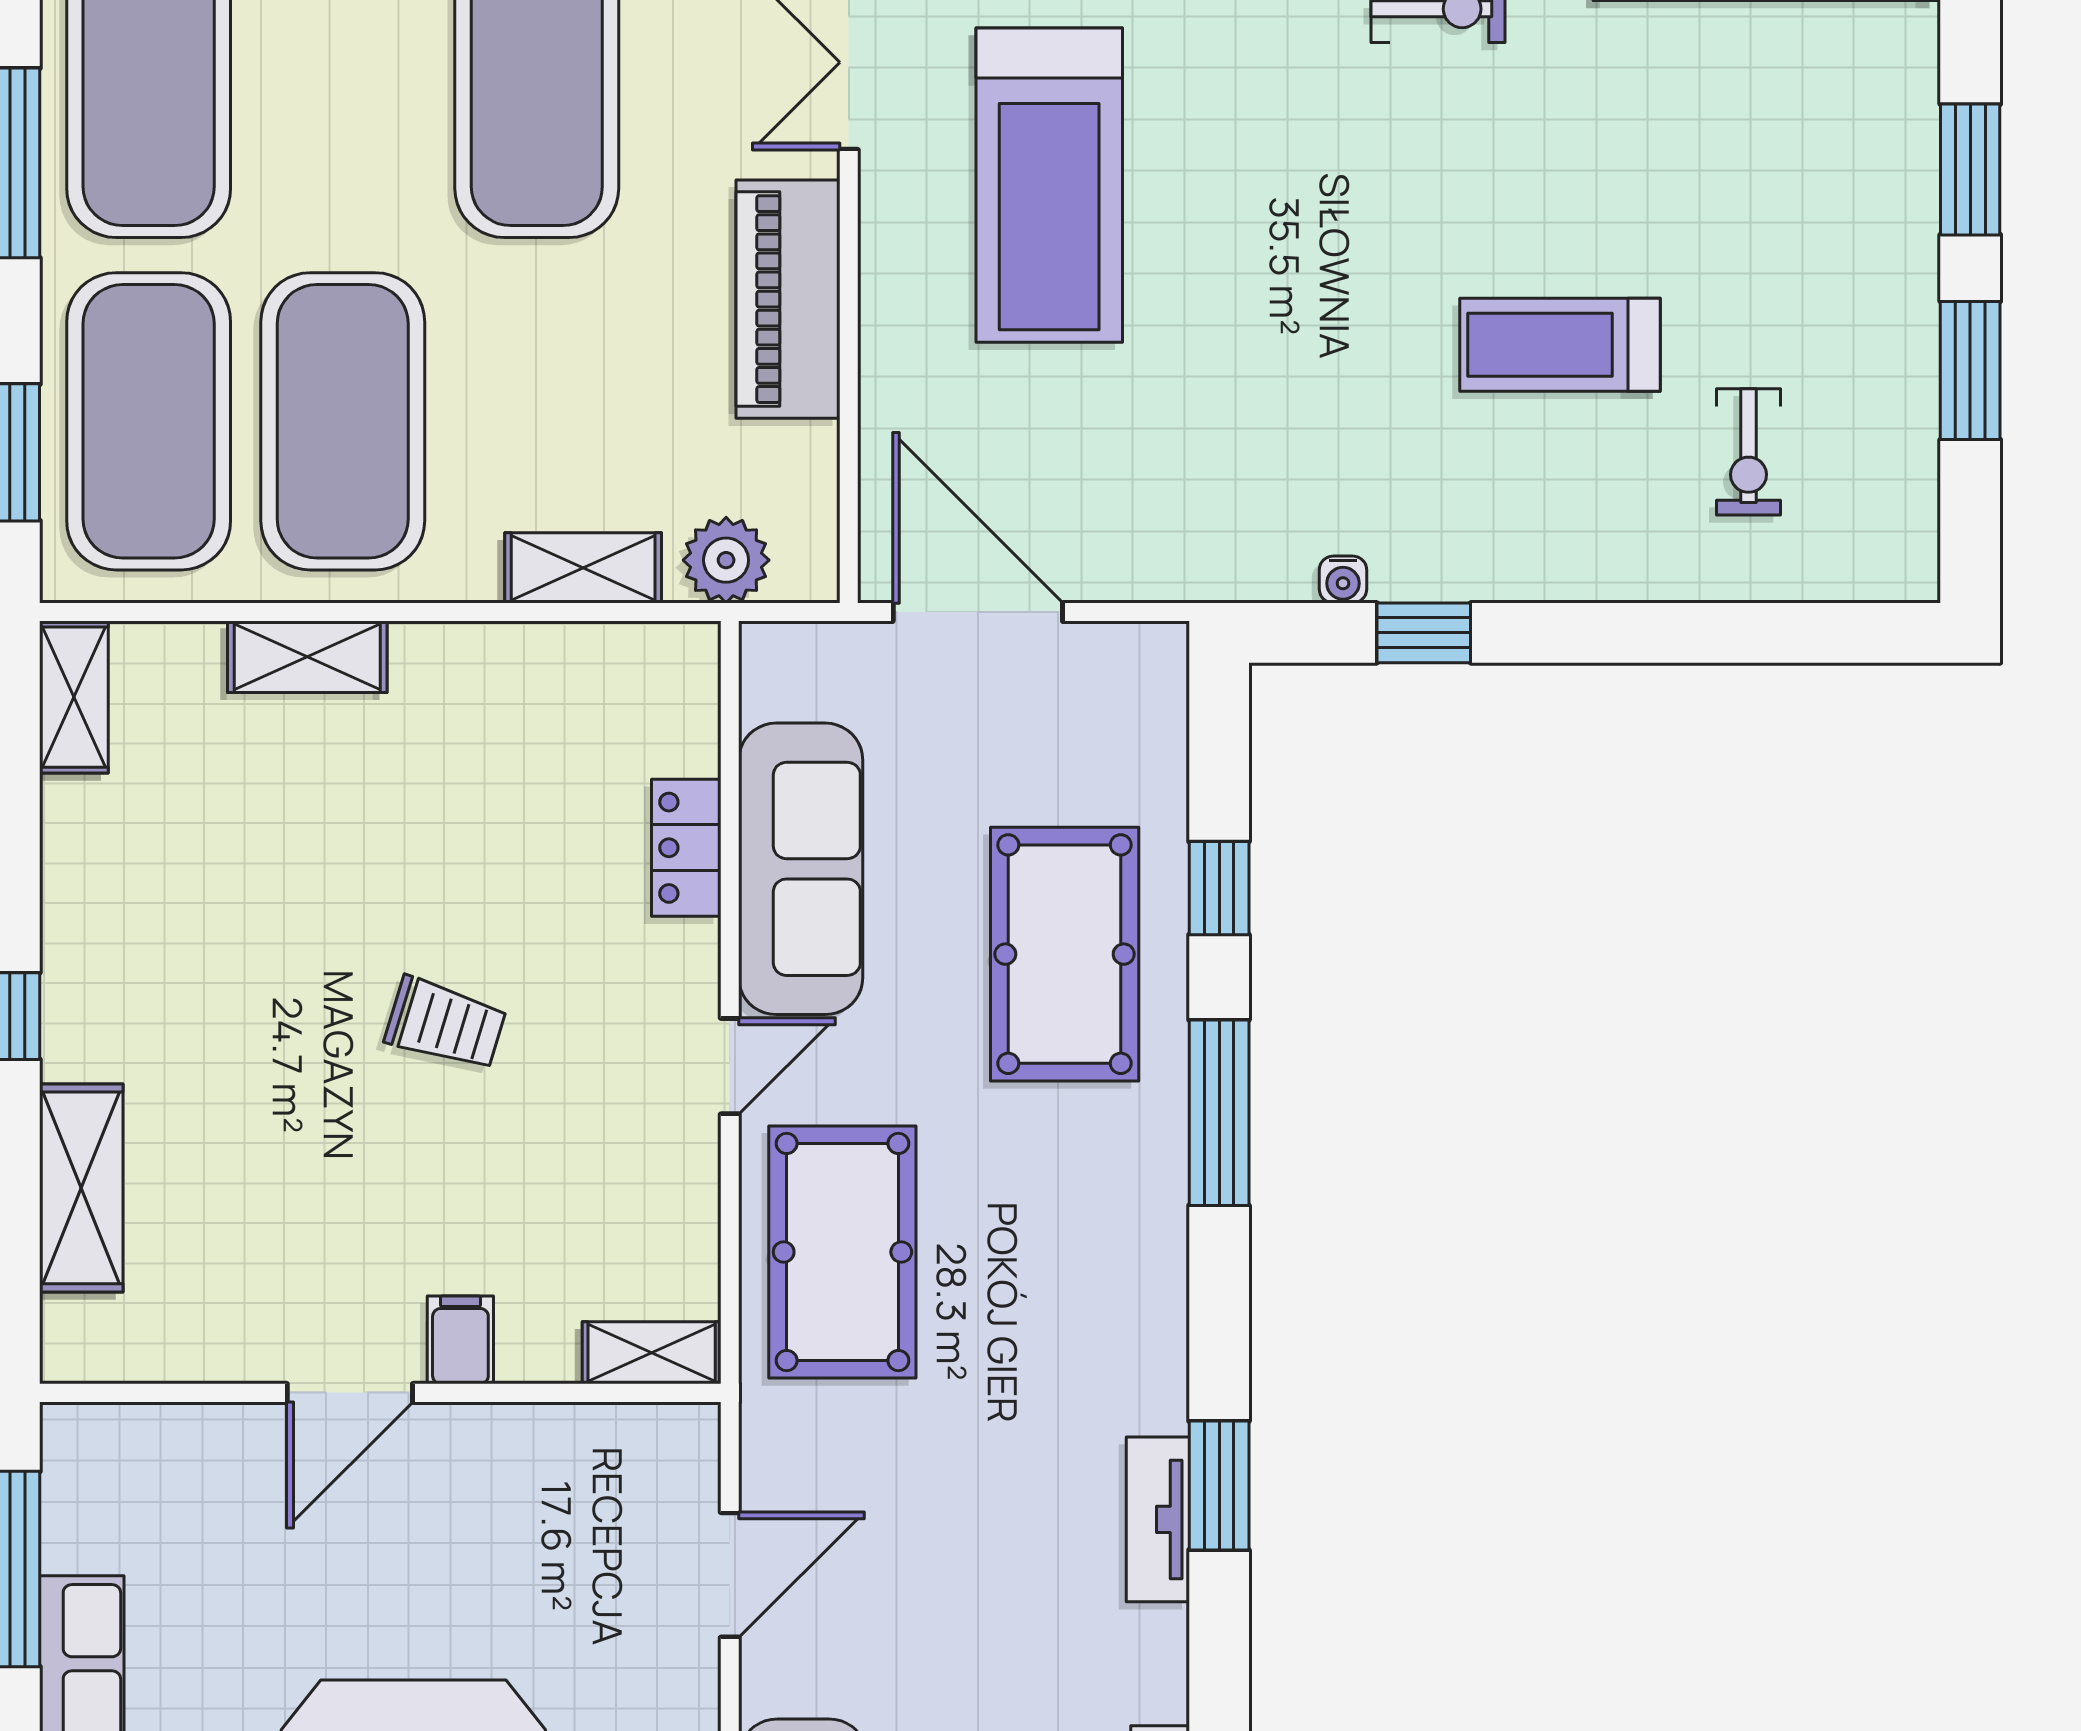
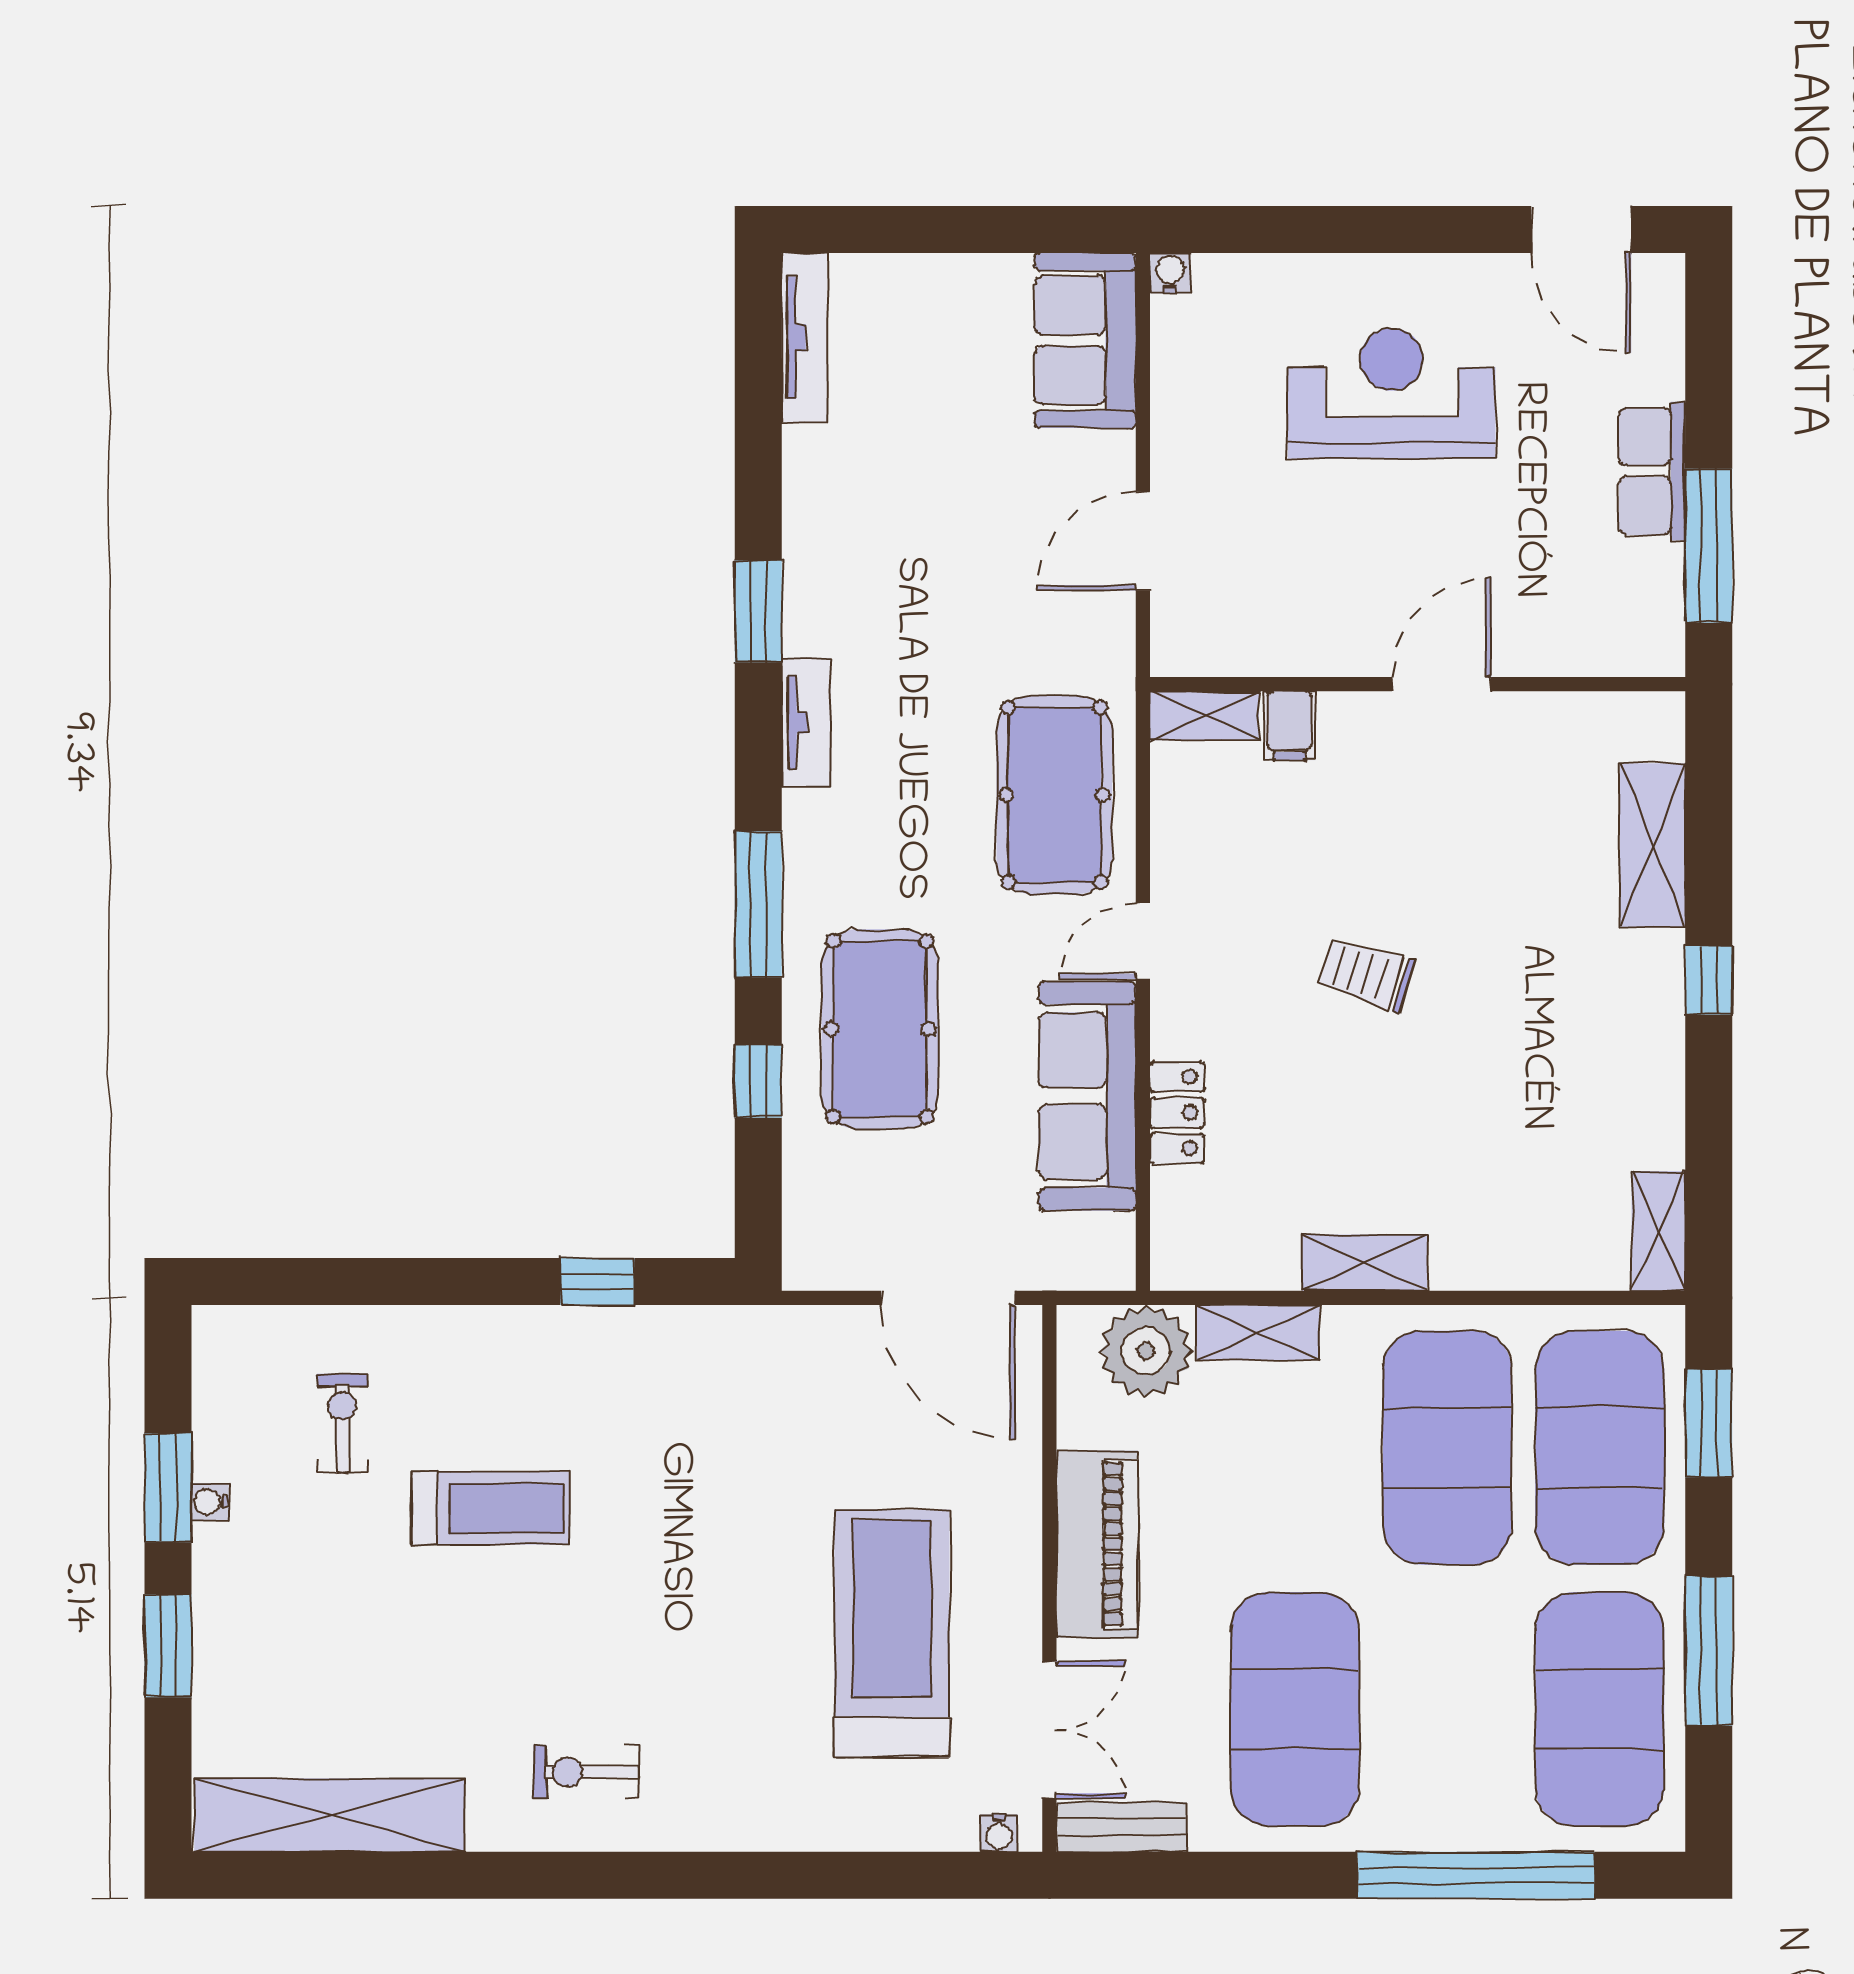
plant: (726, 560) -> (1146, 1351), width x1.36, depth x1.36
water cooler: (1343, 579) -> (210, 1502), moved, turned -90
shelving: (307, 657) -> (1364, 1263), moved
filing cabinet: (460, 1340) -> (1290, 726), moved
tv unit: (1158, 1519) -> (806, 723), moved

